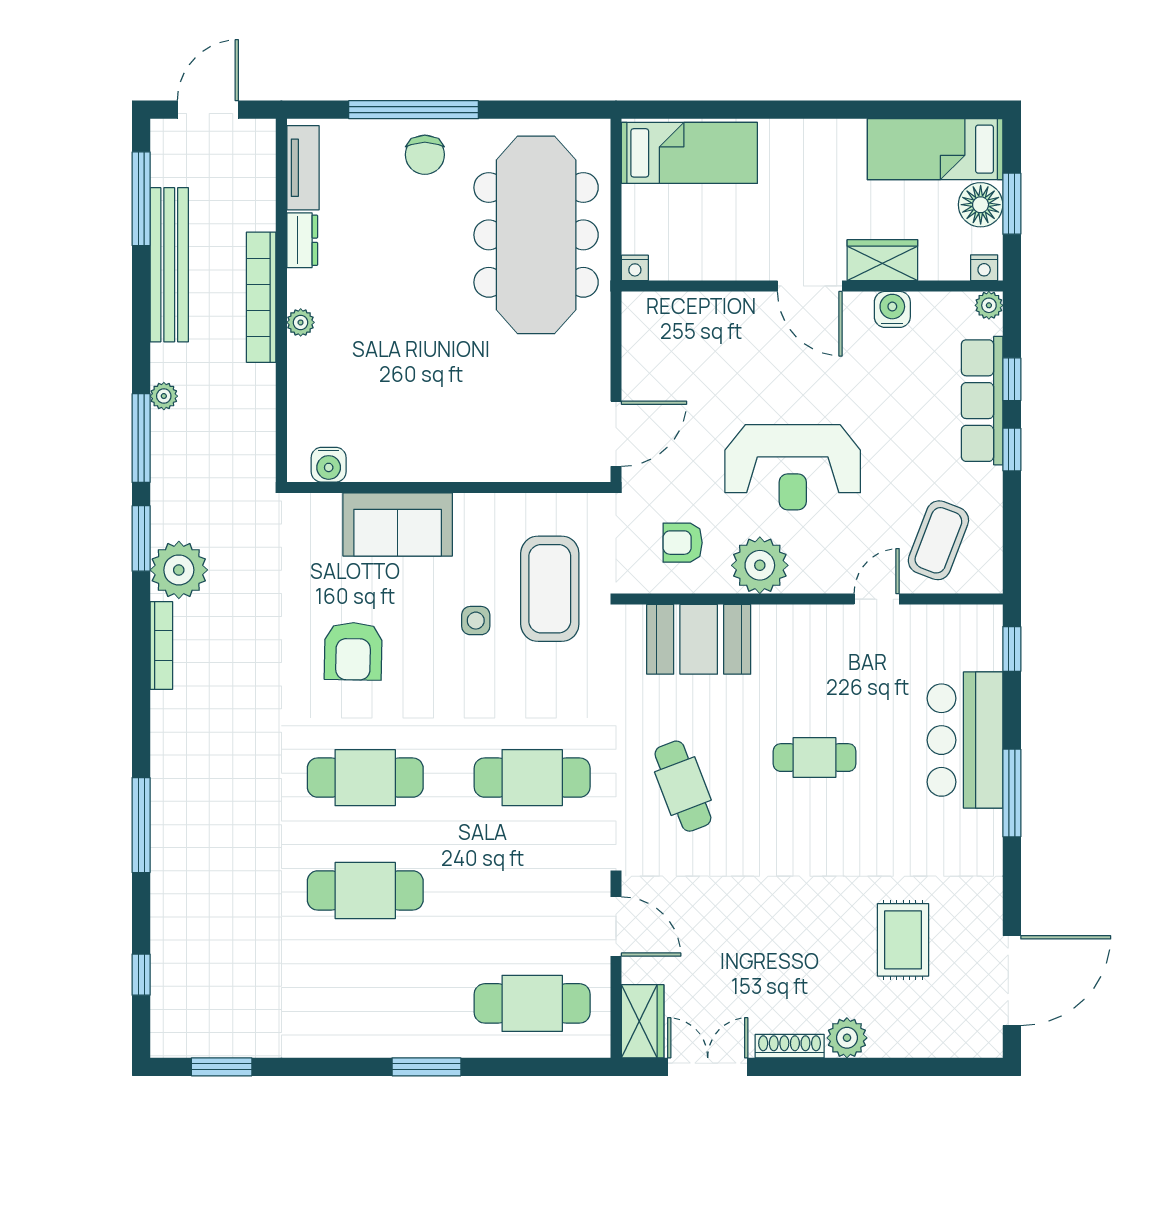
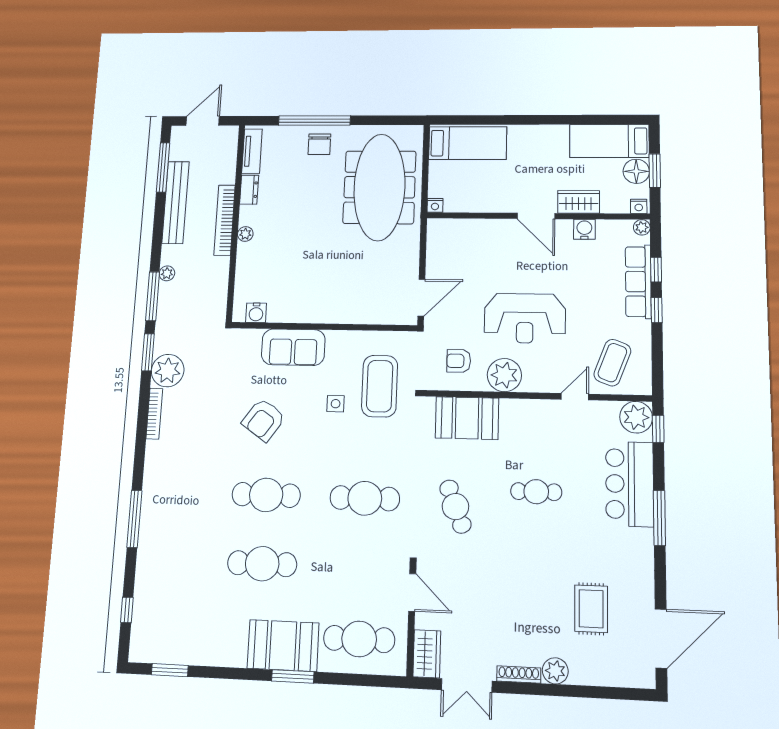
plant: (976, 631) -> (636, 417), added
armchair: (353, 651) -> (264, 420), turned 34
booth: (408, 1019) -> (283, 646), added
double door: (708, 1067) -> (467, 685), swing flipped

